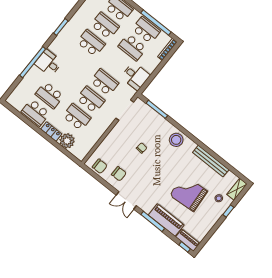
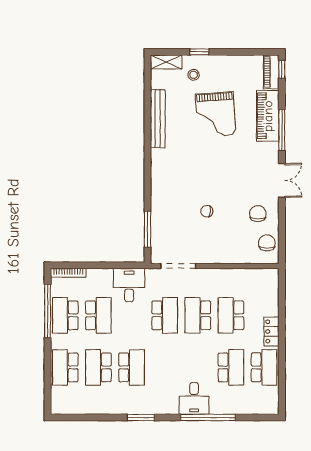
school desk: (91, 43) -> (132, 367), turned 180
school desk: (105, 82) -> (165, 315), turned 180
stool: (176, 140) -> (165, 179), removed
plant: (67, 141) -> (268, 305), removed

